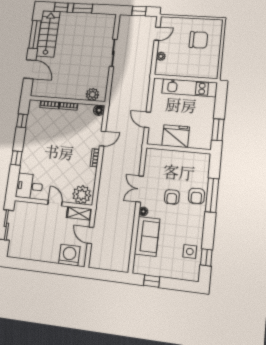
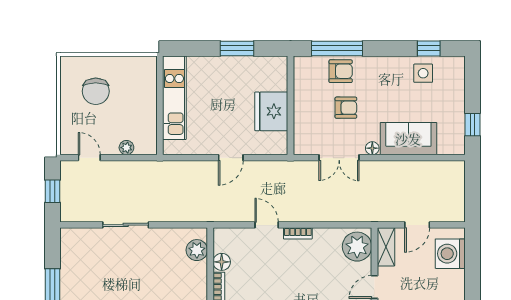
chair: (198, 40) -> (96, 91), turned 180
floor lamp: (99, 110) -> (222, 262), moved
fridge: (176, 136) -> (271, 111), moved
wall: (178, 149) -> (290, 105), moved

